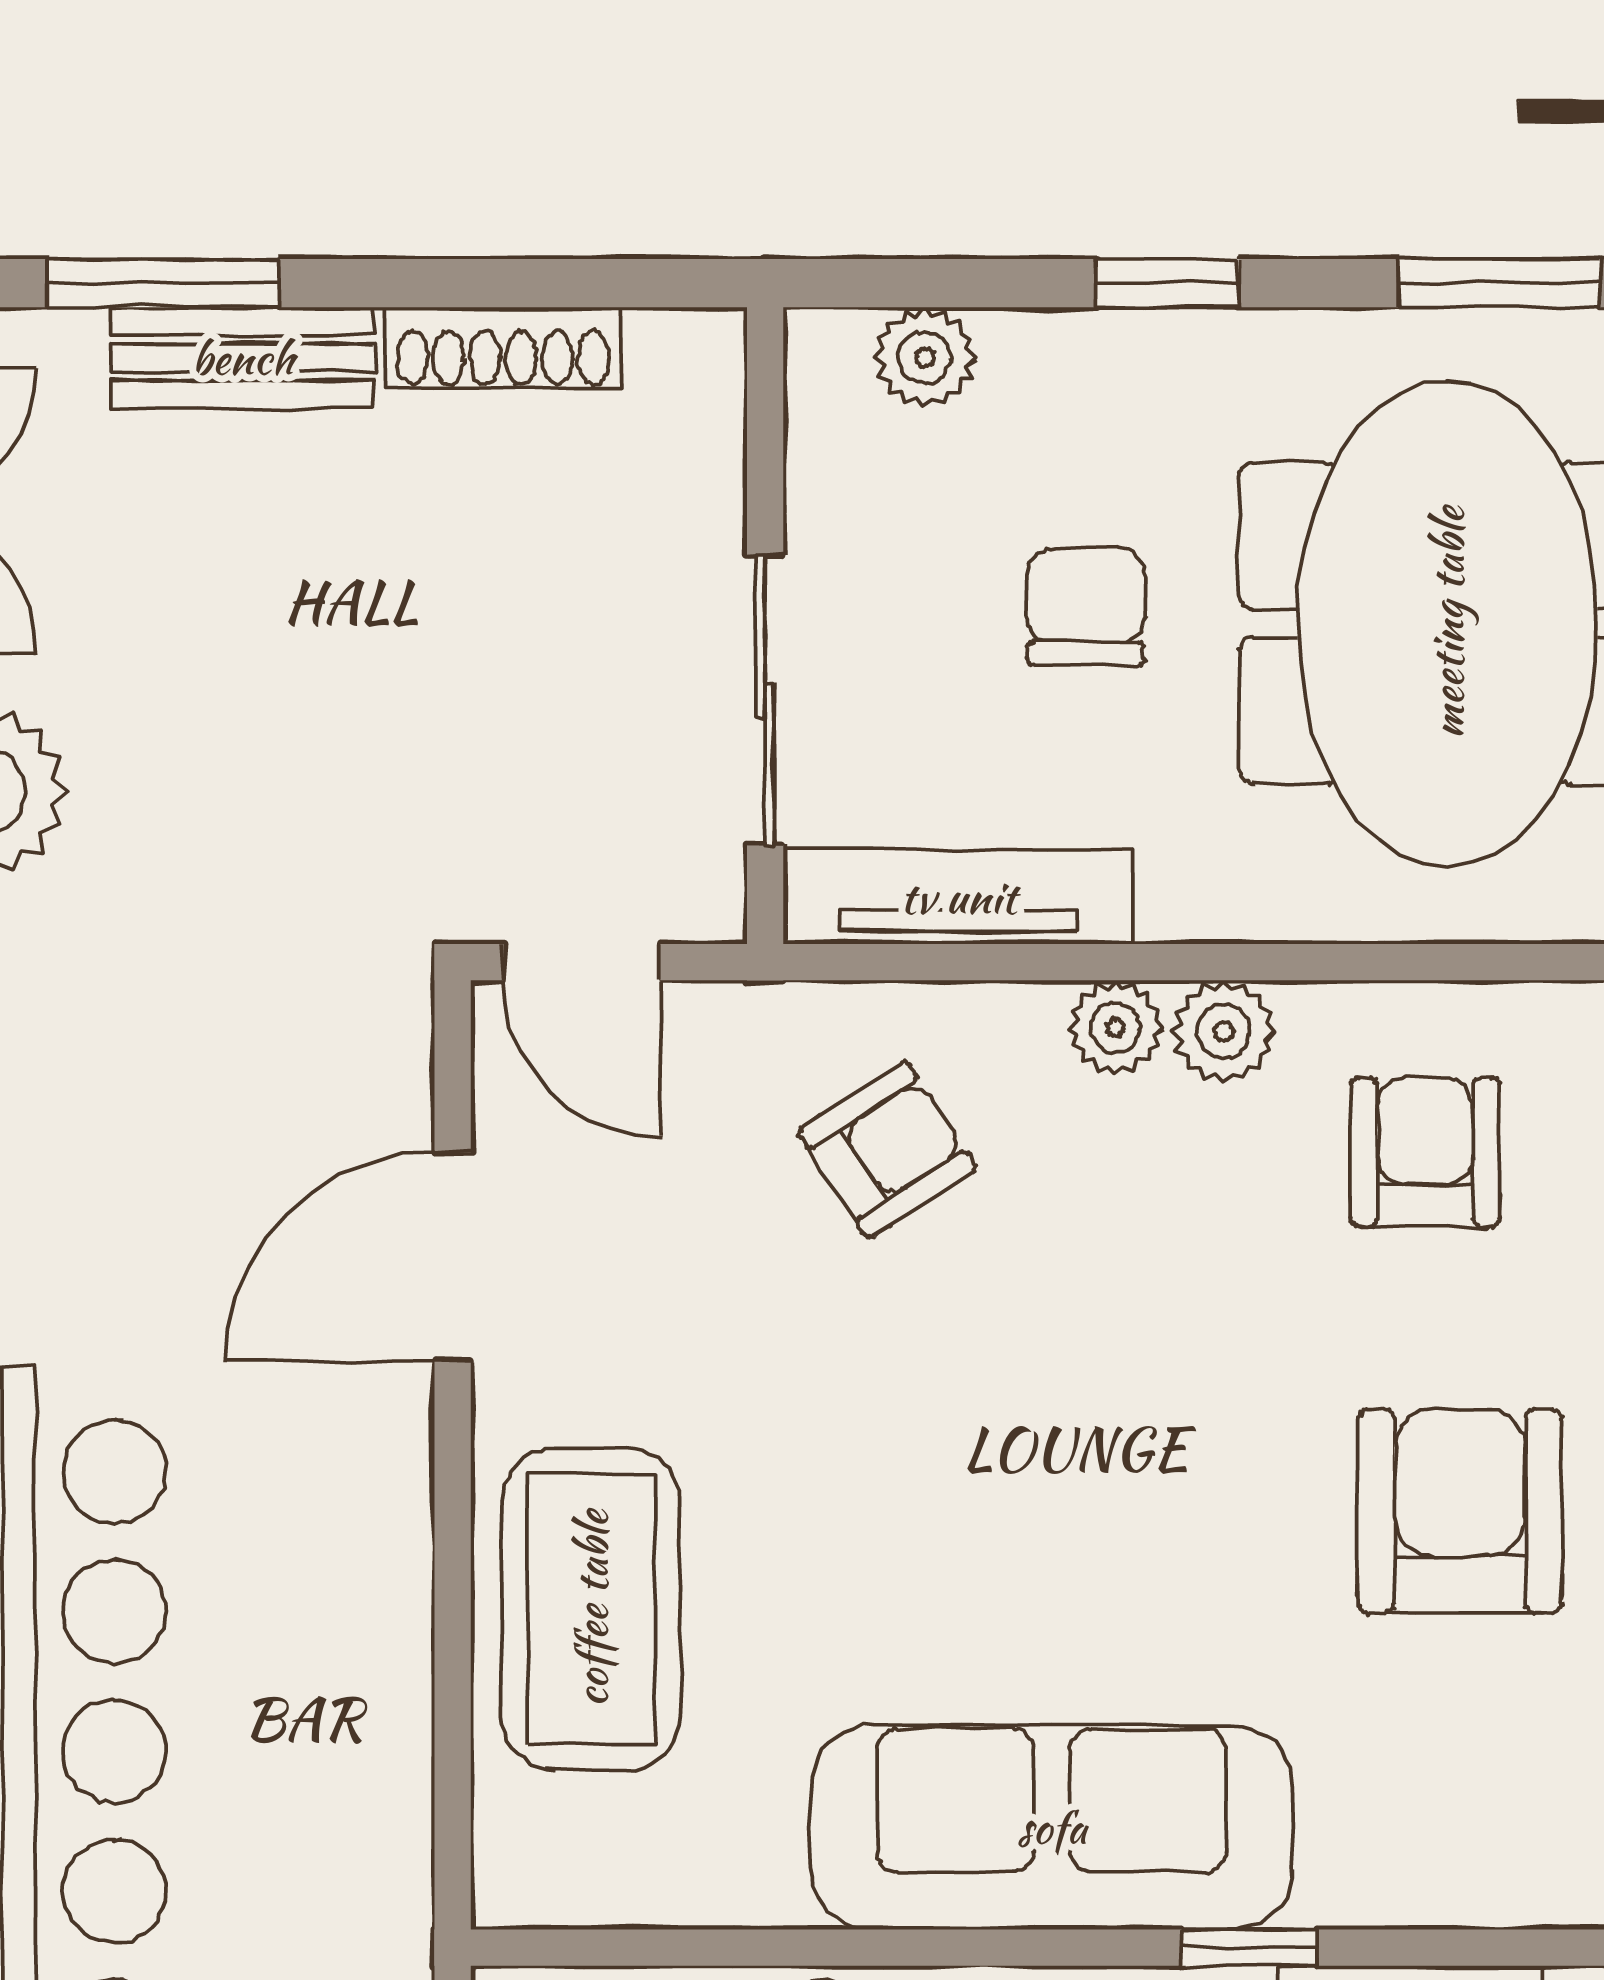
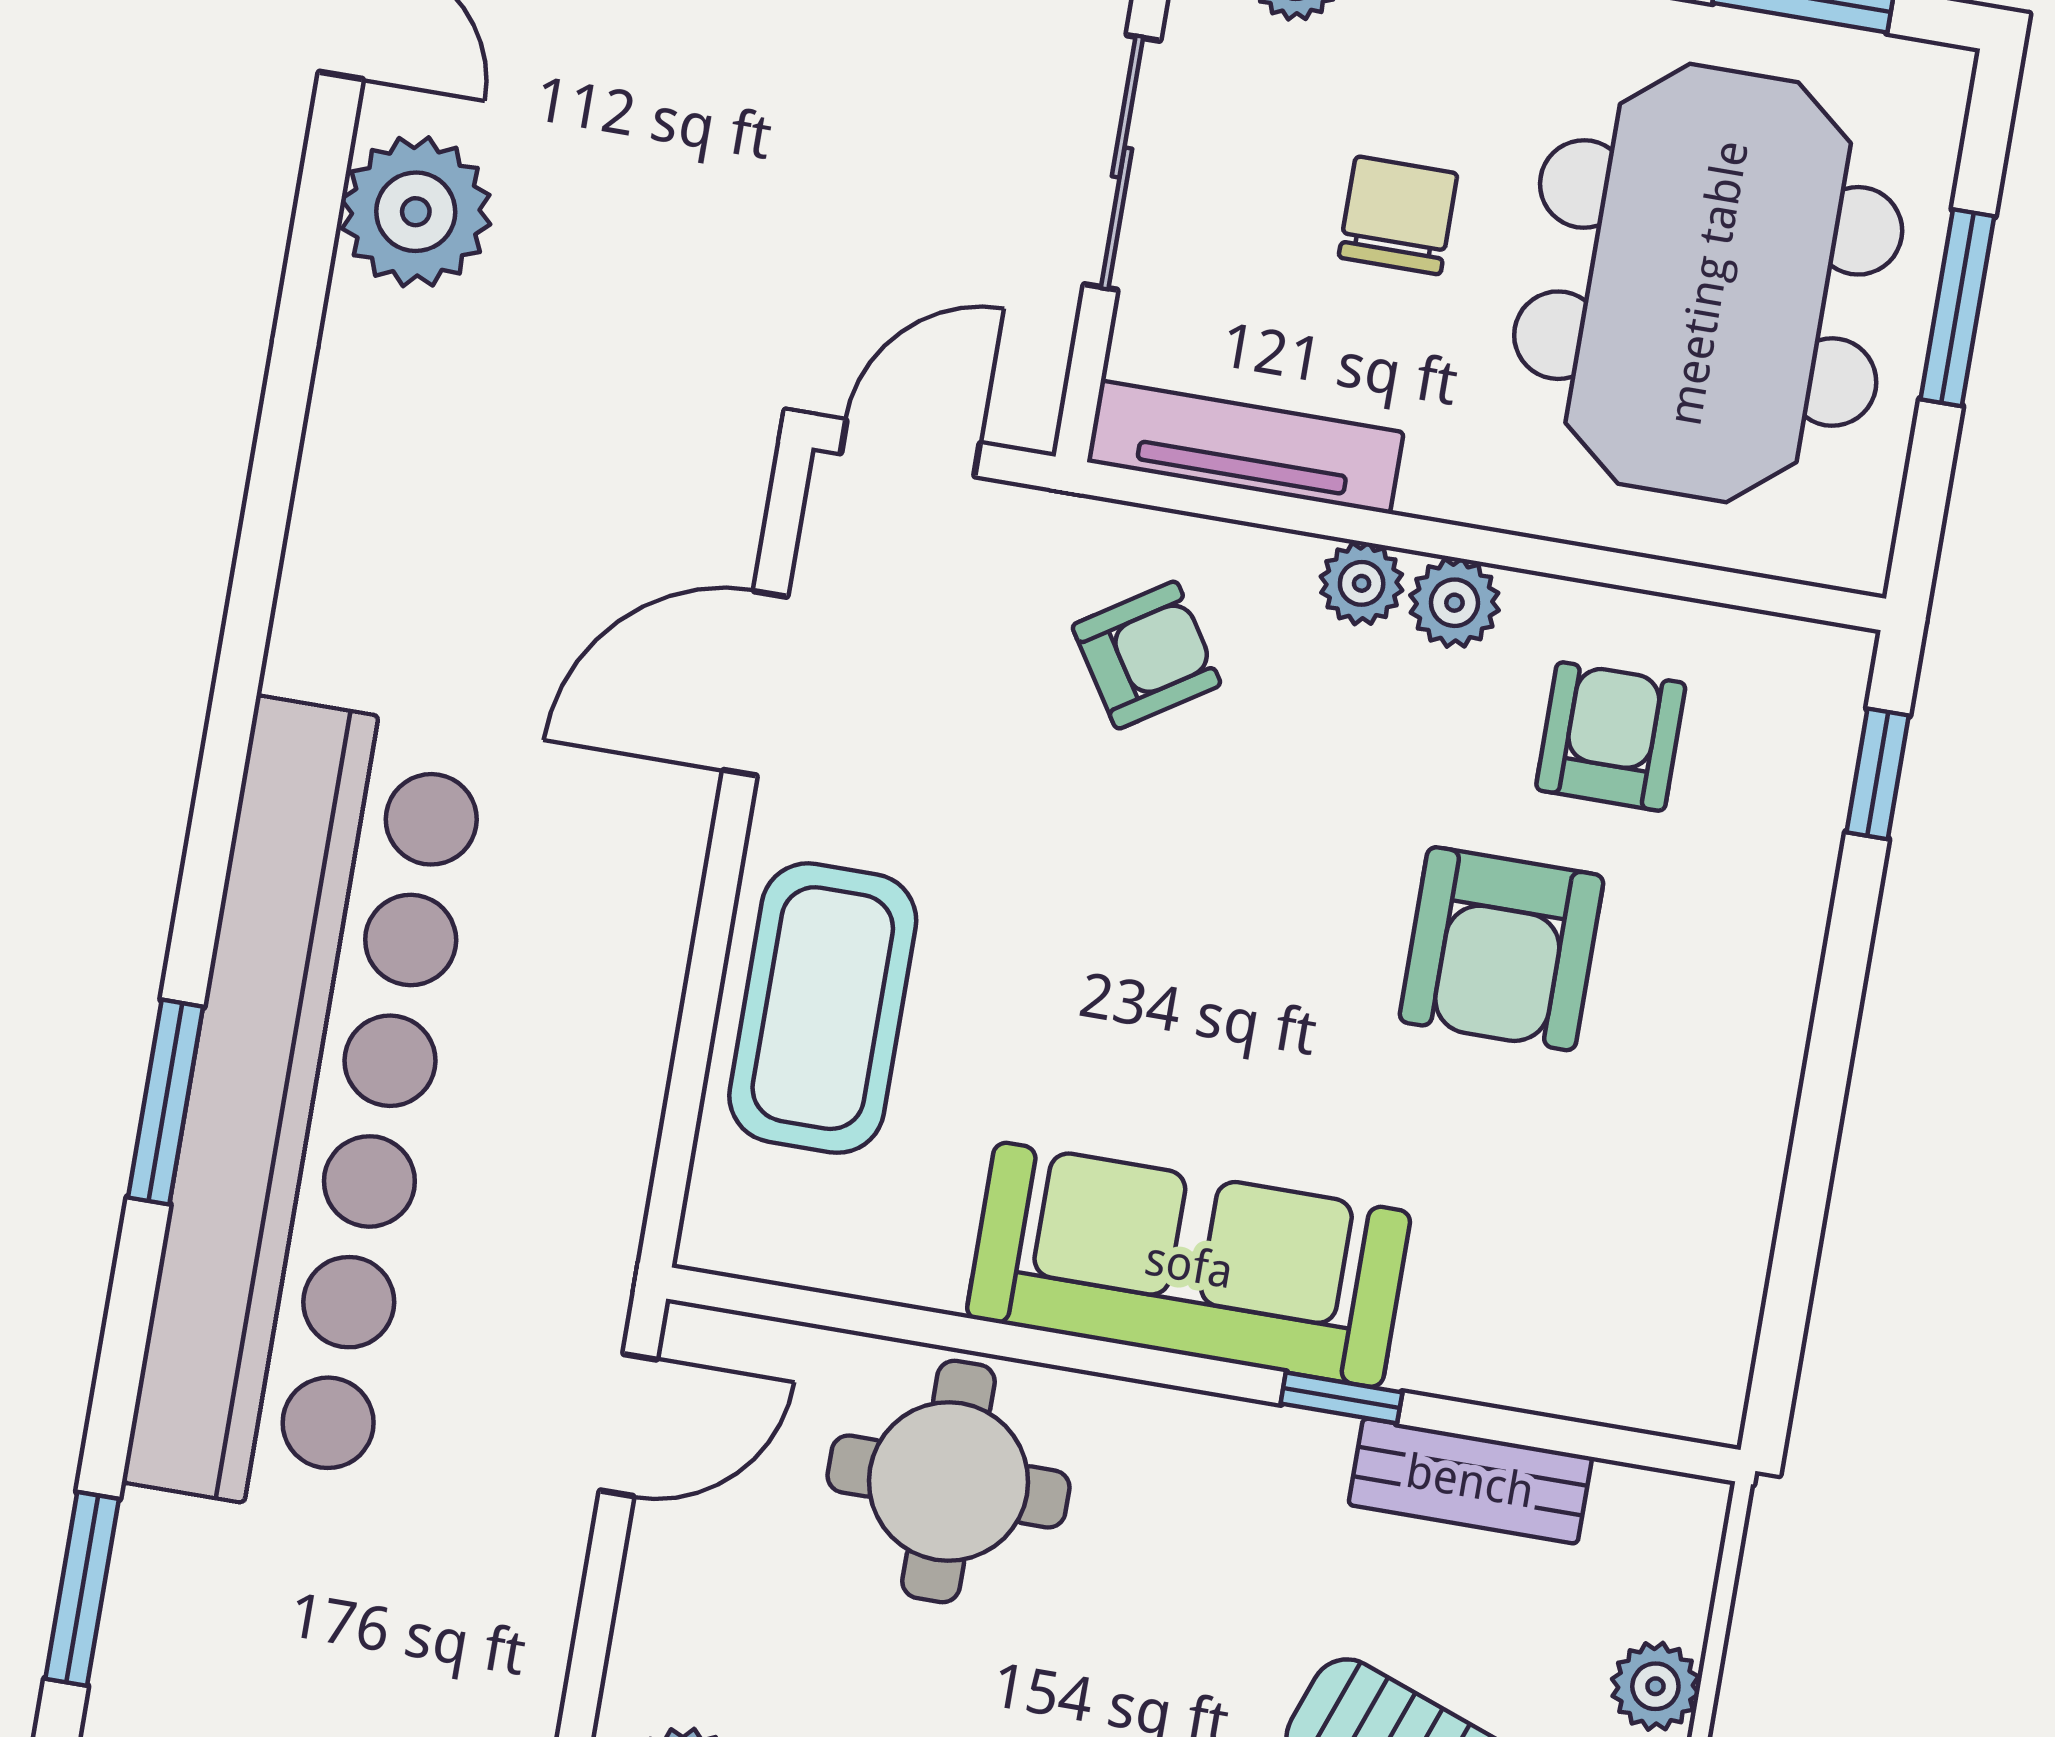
sliding door: (765, 700) -> (1122, 163), moved
door: (582, 962) -> (910, 448), swing flipped
armchair: (1460, 1511) -> (1502, 949), moved, turned 180

